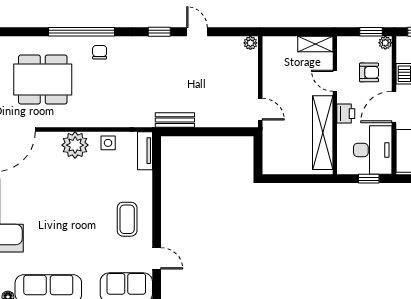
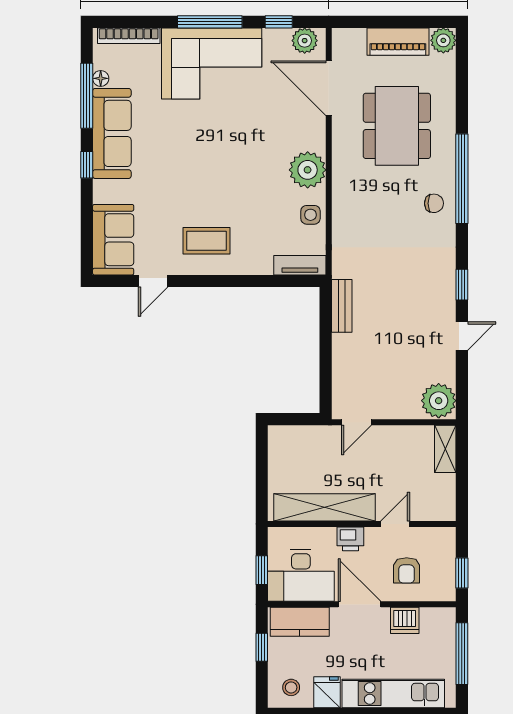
plant: (250, 43) -> (439, 401), width x1.88, depth x1.88
plant: (385, 43) -> (447, 593), removed
shelving: (315, 44) -> (445, 449), moved

